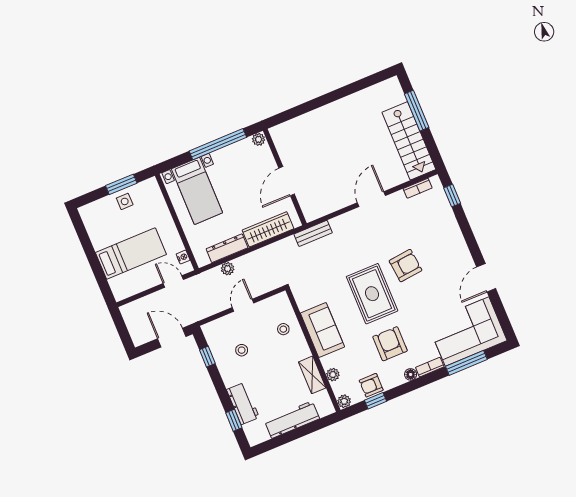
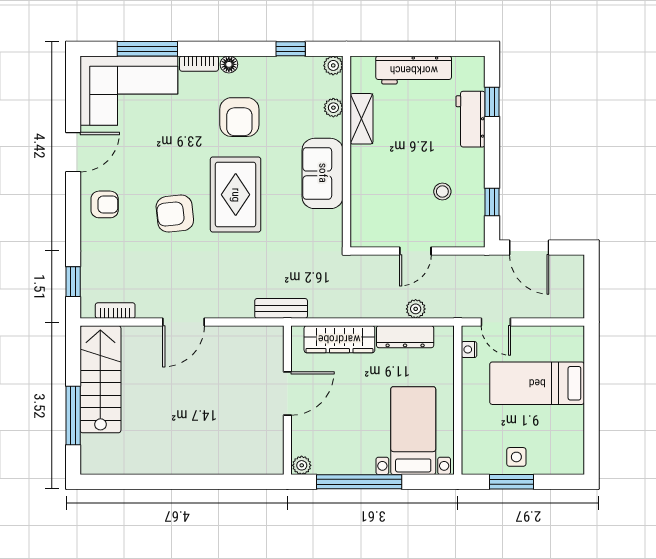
stool: (283, 329) -> (375, 196), removed
armchair: (371, 385) -> (105, 204), moved

